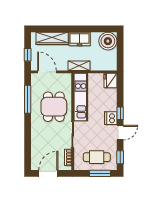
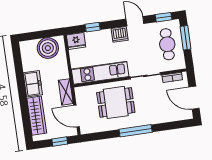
boiler: (108, 41) -> (48, 48), moved
shelving: (79, 66) -> (66, 92), moved
door: (47, 72) -> (77, 116), hinge flipped
window: (28, 99) -> (136, 131), moved
window: (120, 113) -> (93, 27), moved

